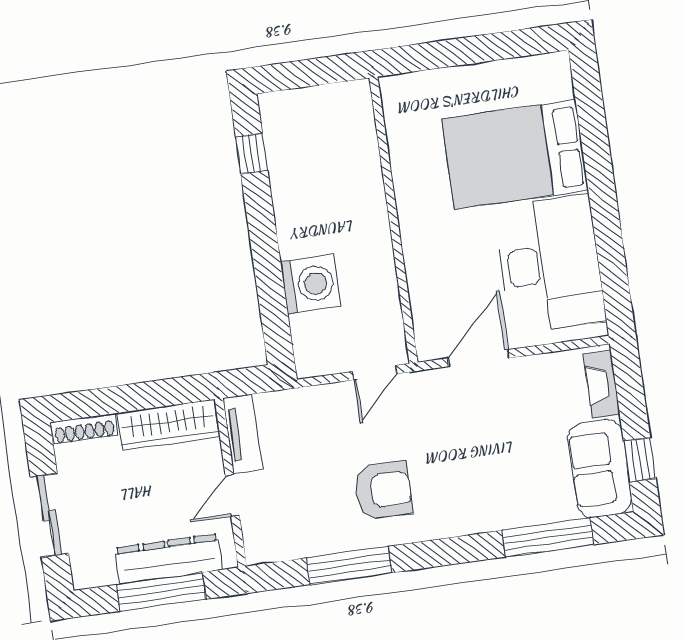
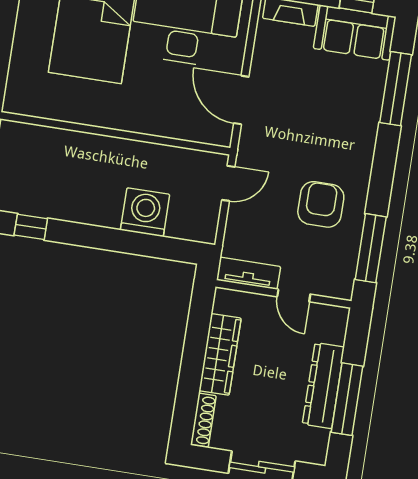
door: (375, 373) -> (228, 183), hinge flipped
tv unit: (242, 434) -> (248, 273), moved
wall: (231, 483) -> (283, 294), moved
door: (232, 496) -> (294, 295), moved

